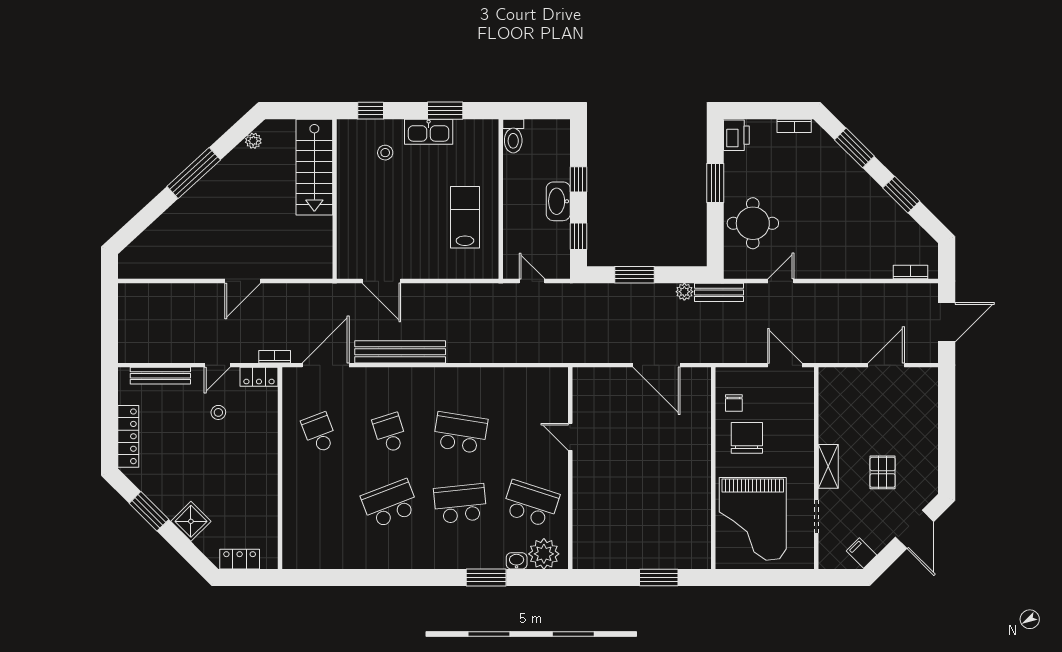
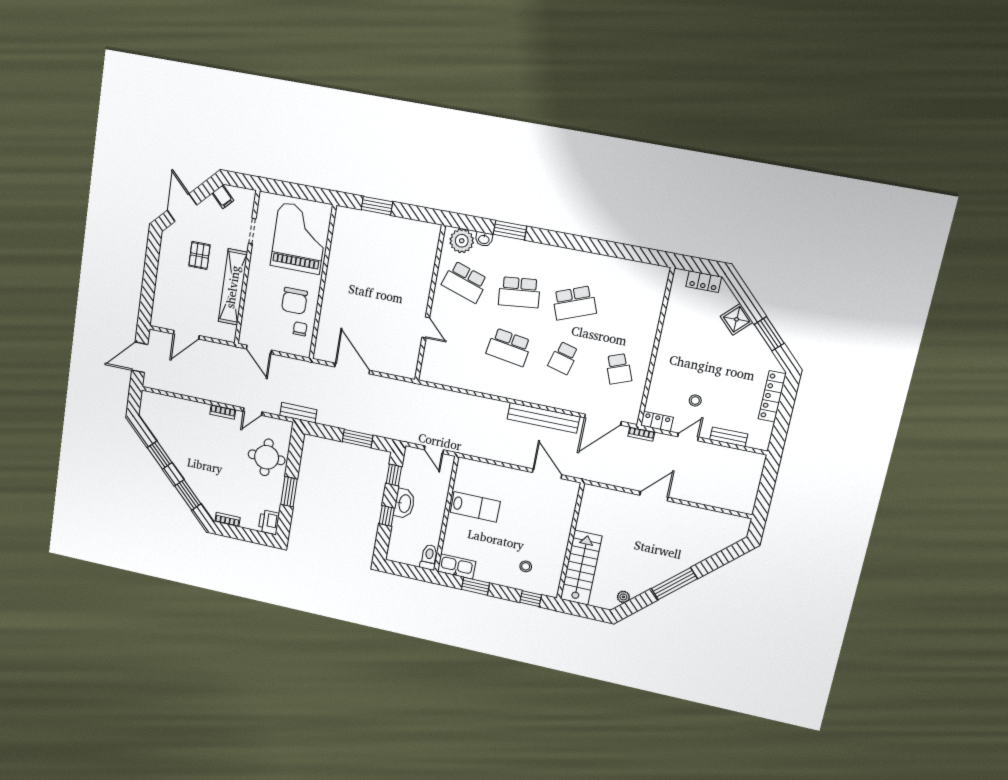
kitchen sink: (429, 132) -> (457, 566), moved
lab bench: (465, 217) -> (475, 507), turned -90
bookcase: (910, 272) -> (223, 412), moved
plant: (684, 292) -> (323, 418), removed
bench: (160, 376) -> (729, 437), width x0.73
school desk: (390, 433) -> (563, 358), turned 33
shelving: (828, 466) -> (233, 287), width x2.20, depth x1.33

